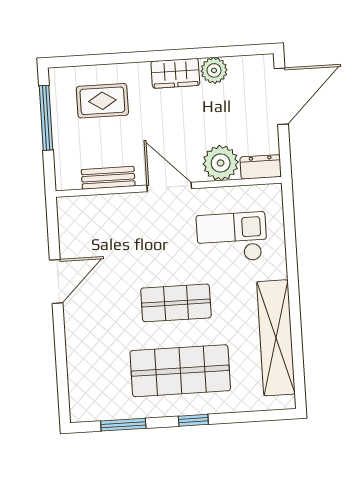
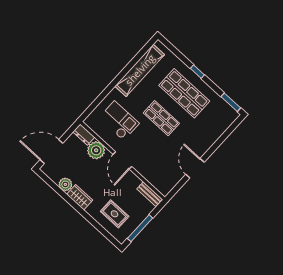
bench: (108, 178) -> (150, 194), moved
checkout: (232, 238) -> (119, 121), turned 180
door: (56, 281) -> (195, 168), hinge flipped
window: (123, 425) -> (231, 102), moved

